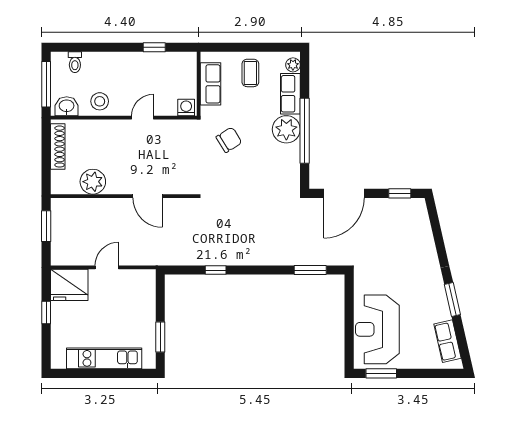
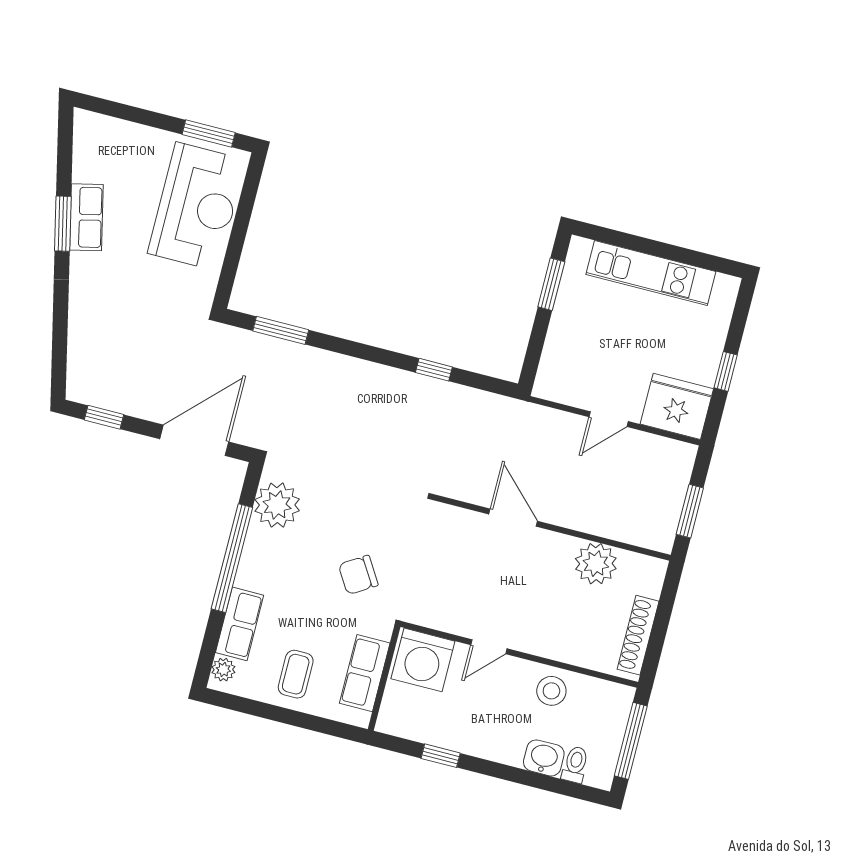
washbasin: (67, 106) -> (544, 758), moved, turned 180
washing machine: (186, 108) -> (423, 660), width x1.89, depth x1.89
plant: (286, 129) -> (277, 505), moved
row of seats: (448, 341) -> (86, 217), moved

